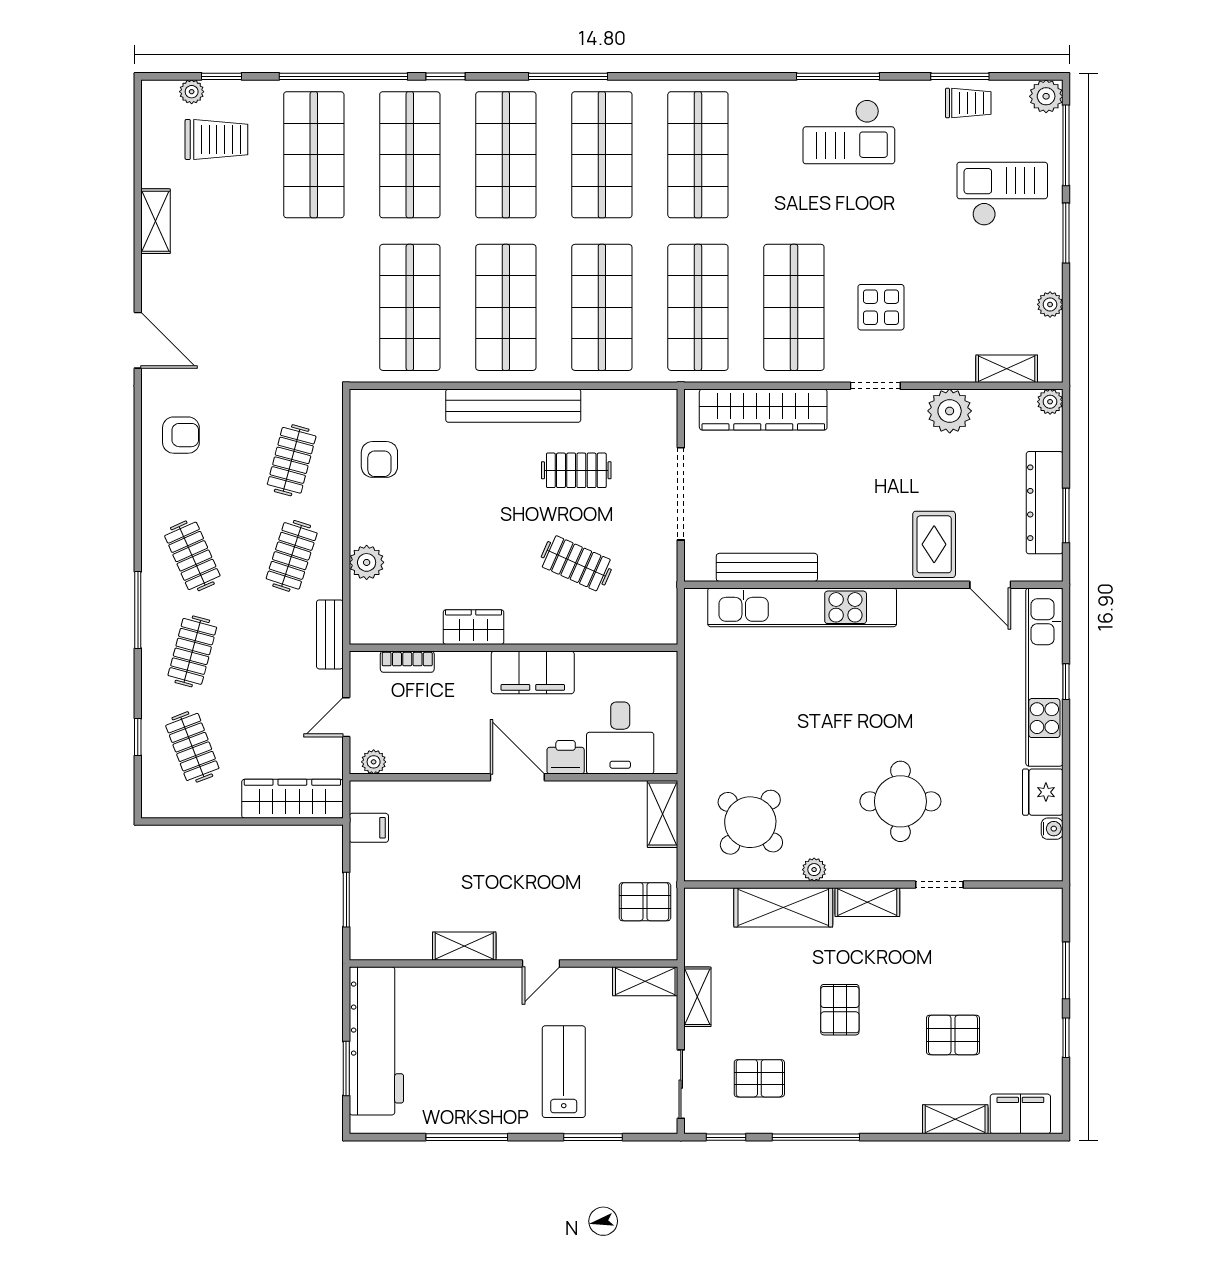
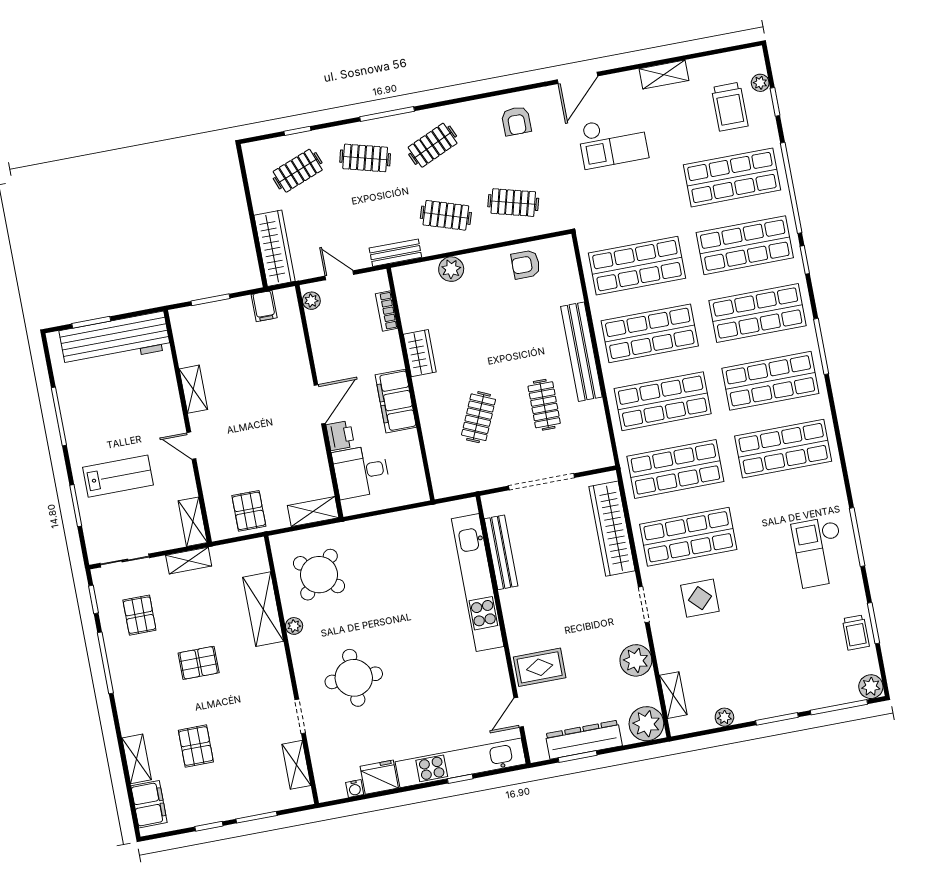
checkout: (1002, 194) -> (613, 141), moved, turned 90
plant: (1050, 402) -> (646, 724), width x1.88, depth x1.88
shelving: (867, 902) -> (296, 765), moved

